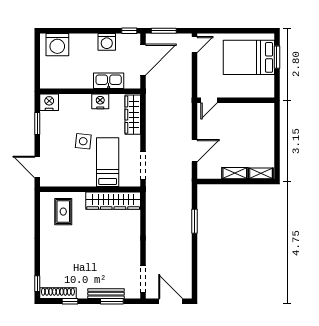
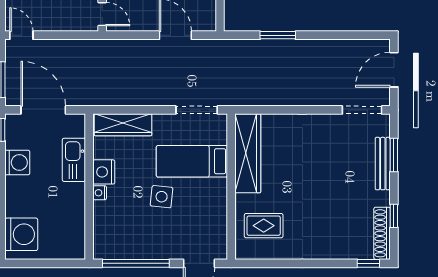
nightstand: (49, 102) -> (100, 193), moved, width x0.53, depth x0.56
window: (37, 124) -> (136, 263), width x2.11

